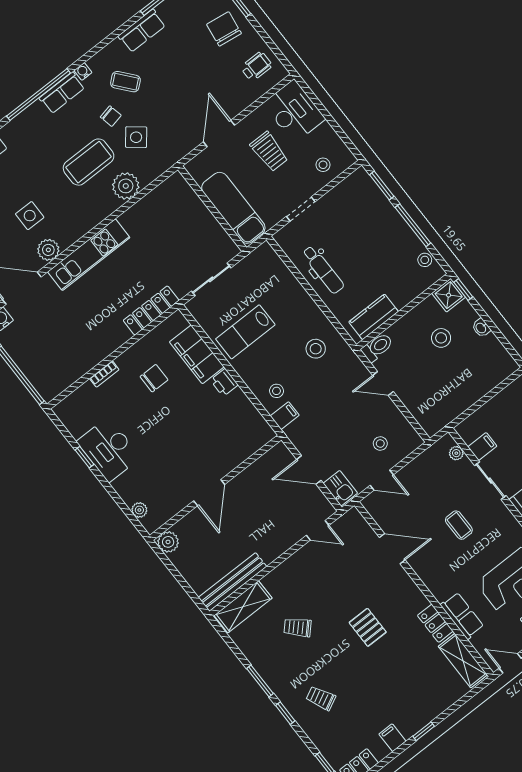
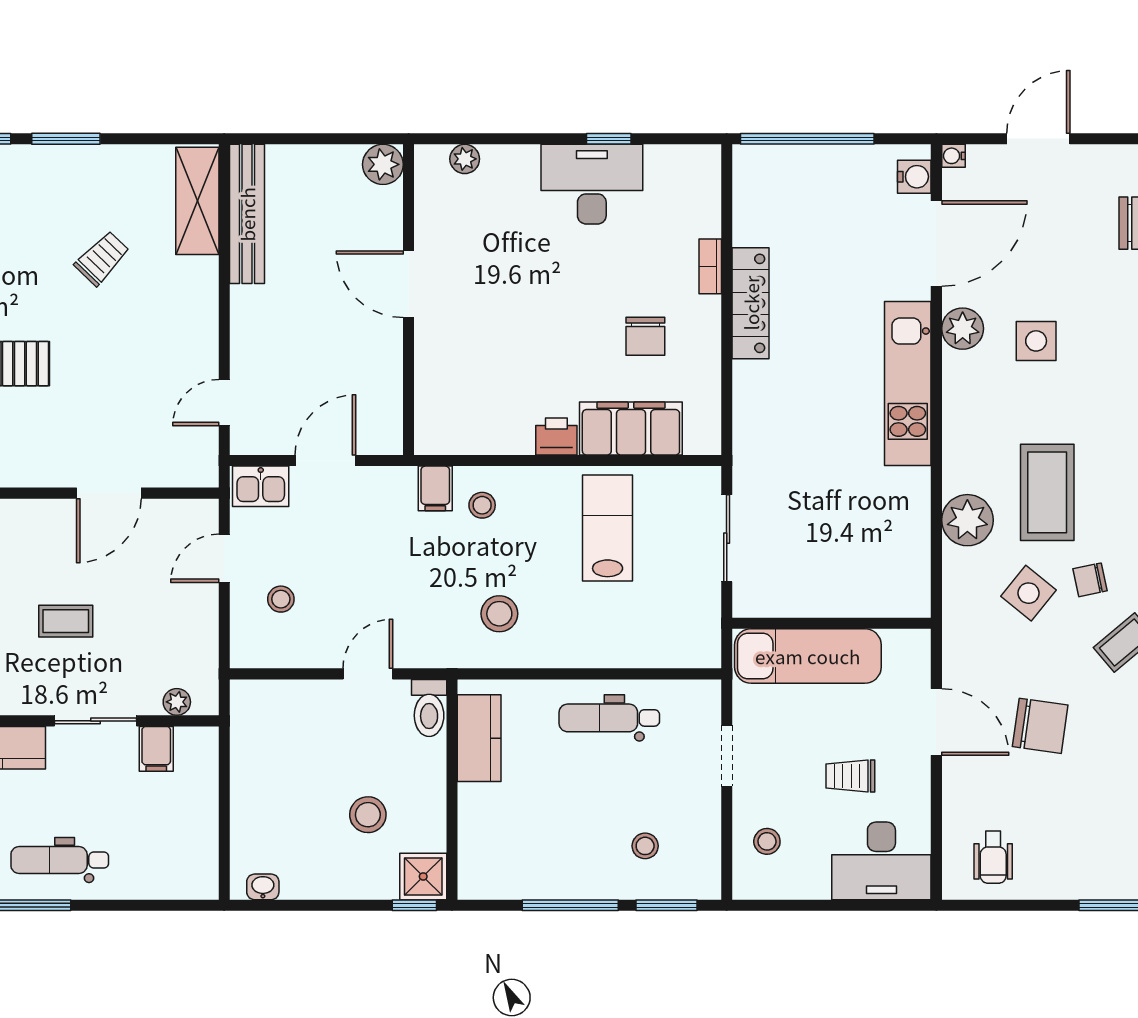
chair: (224, 29) -> (1040, 726), moved
trolley: (269, 152) -> (850, 776), width x0.73, depth x0.72
stool: (425, 260) -> (645, 846), moved
locker: (151, 310) -> (751, 303), moved
washbasin: (481, 328) -> (263, 887), moved

